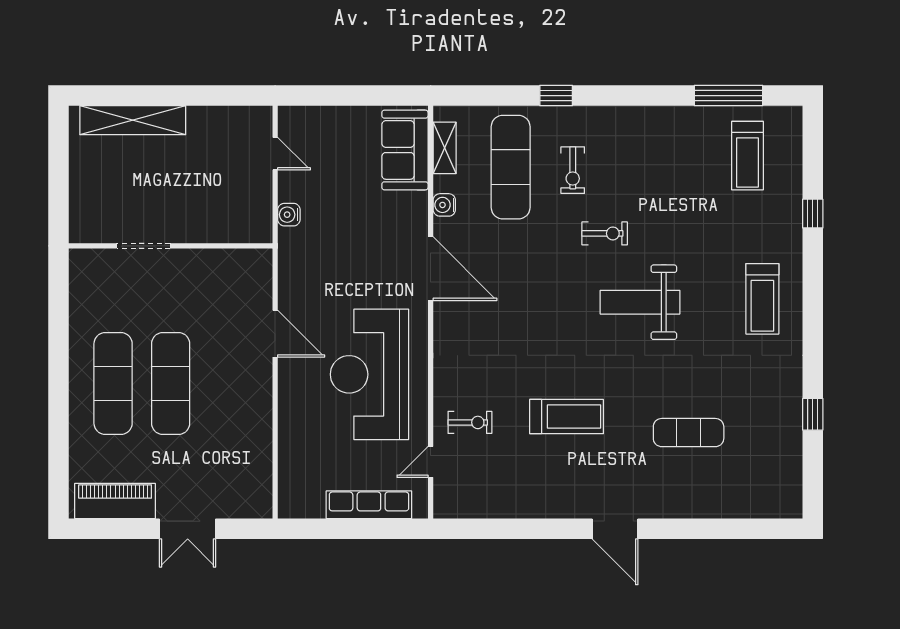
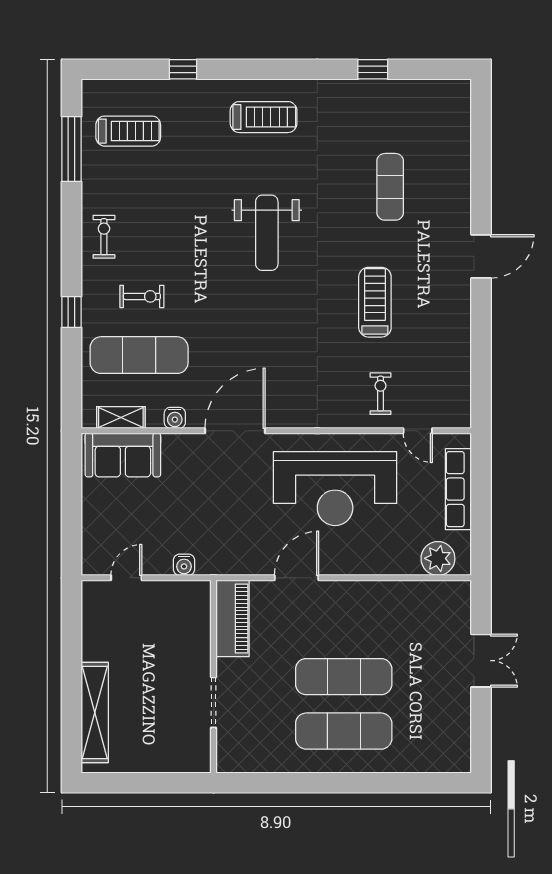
exercise bike: (605, 233) -> (104, 237), moved
plant: (296, 483) -> (438, 558), added
piano: (115, 501) -> (233, 618), moved, turned 180

